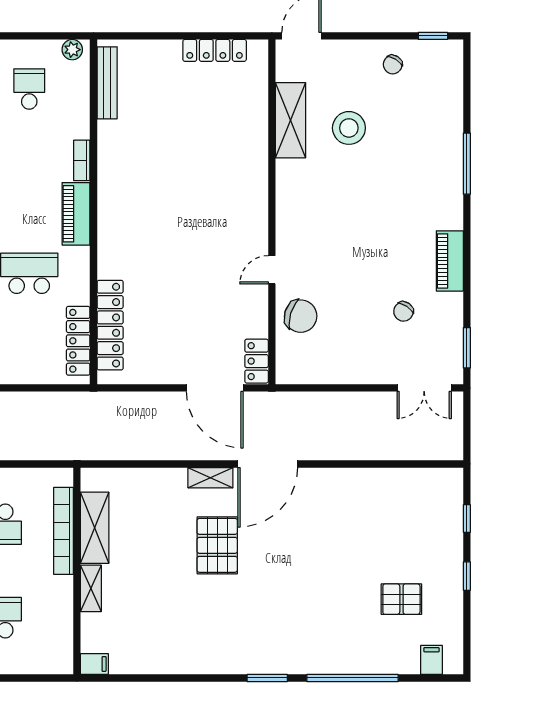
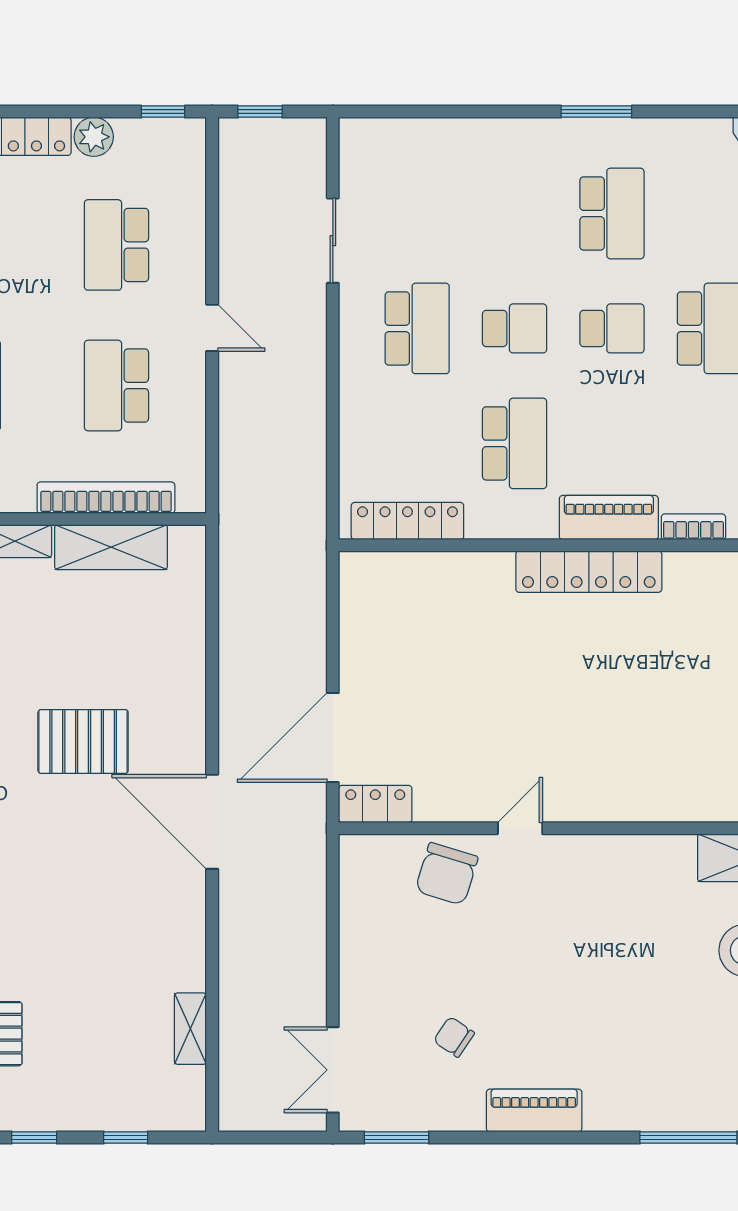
door: (272, 270) -> (520, 828), hinge flipped
locker: (110, 325) -> (589, 572), moved
shelving: (210, 478) -> (190, 1029), moved

